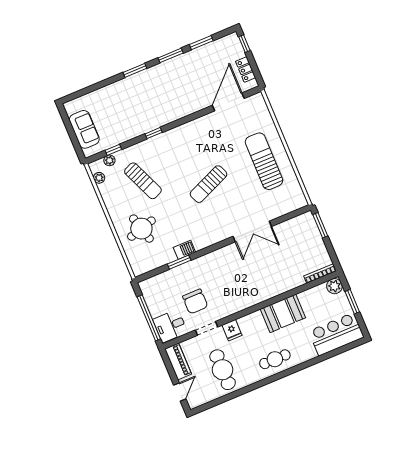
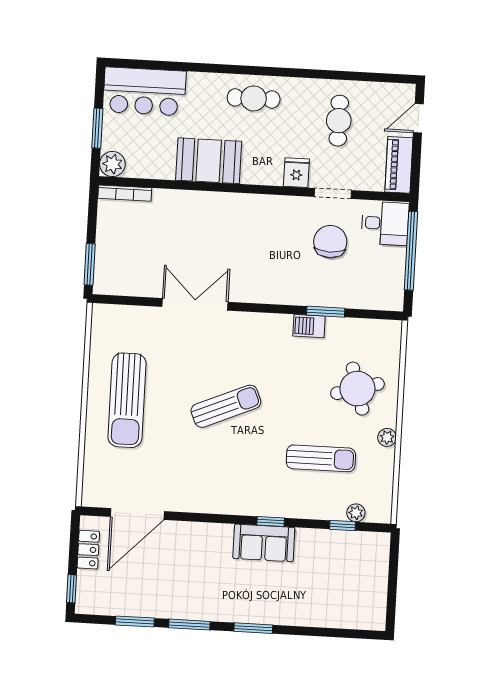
sofa: (84, 129) -> (264, 543), moved, turned -90
plant: (99, 178) -> (387, 437), moved
sun lounger: (143, 181) -> (321, 458), turned 113
cafe table: (223, 370) -> (339, 121), width x0.73, depth x0.74

